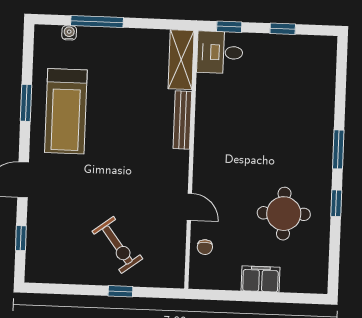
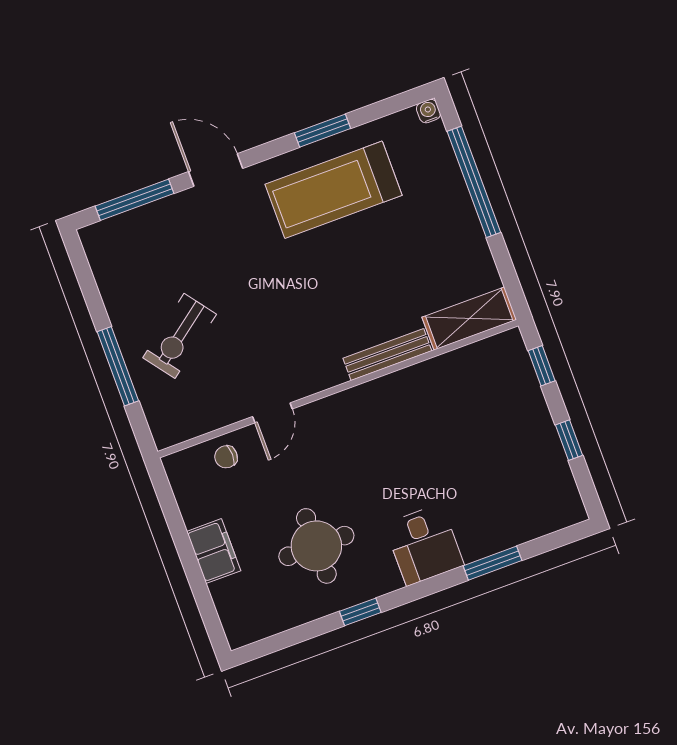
window: (97, 22) -> (474, 182), width x1.46
water cooler: (69, 33) -> (428, 111), moved, turned -90
desk: (220, 52) -> (424, 545), moved, turned 180
window: (338, 149) -> (492, 563), moved
window: (21, 238) -> (134, 200), width x2.17
window: (120, 291) -> (118, 366), width x2.17

